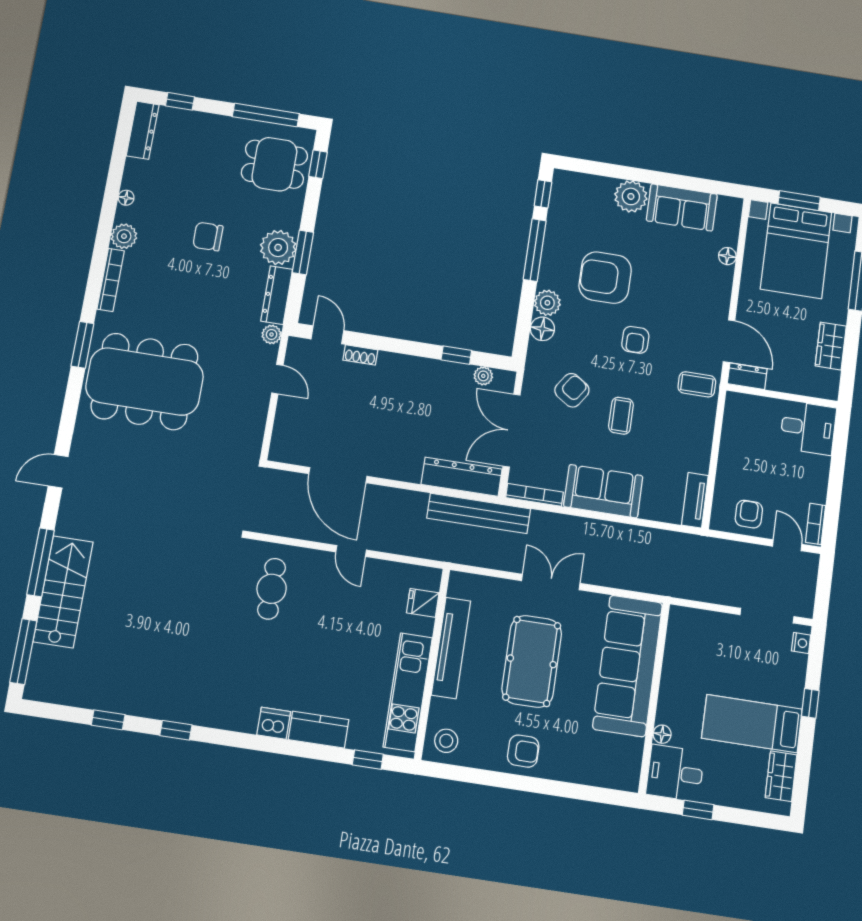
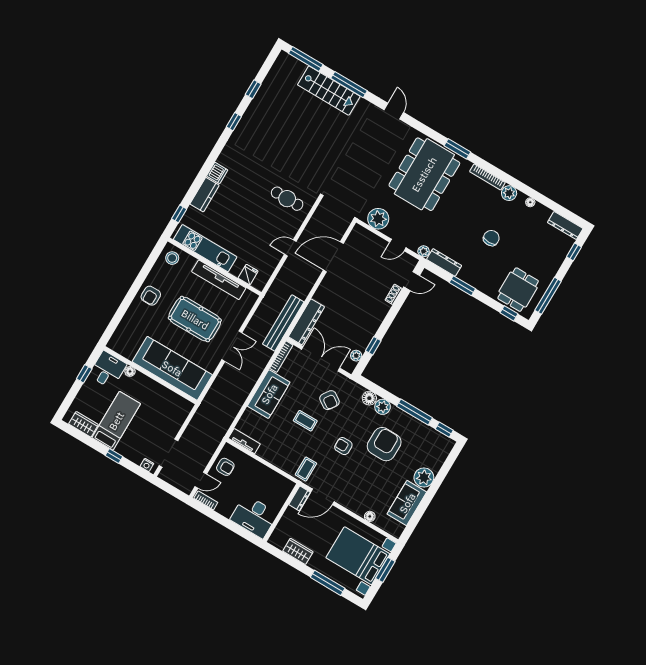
plant: (278, 247) -> (378, 219), moved
desk: (808, 428) -> (254, 516), width x1.37

